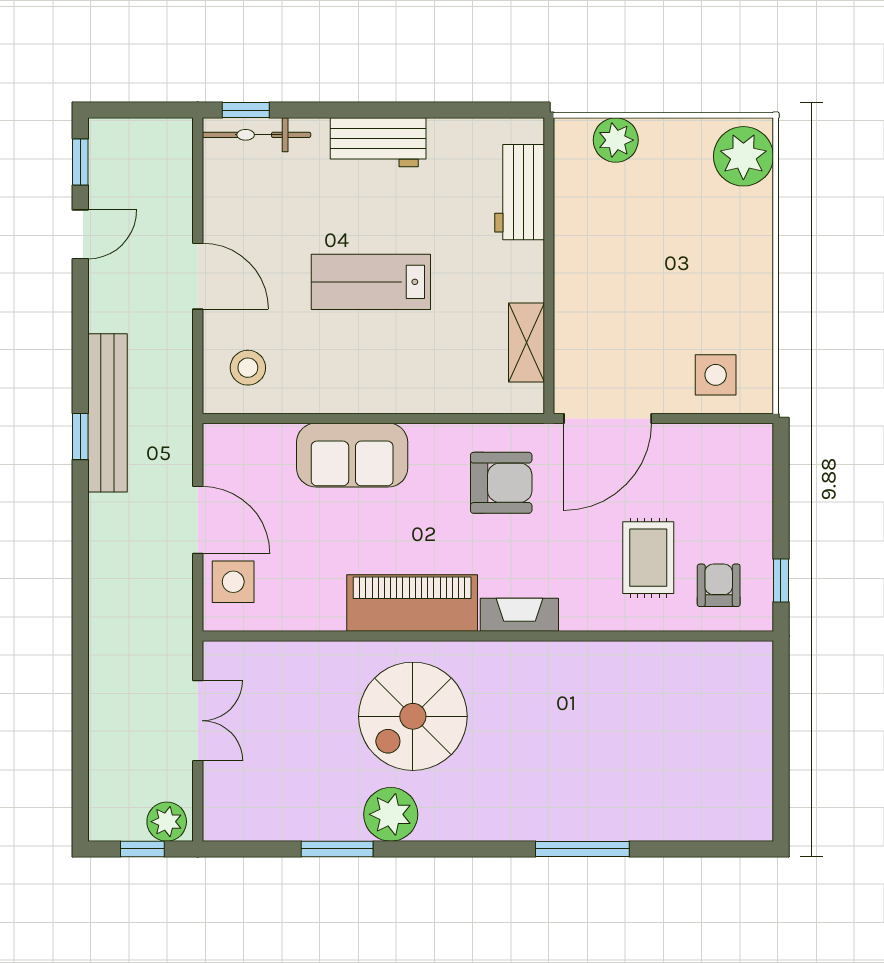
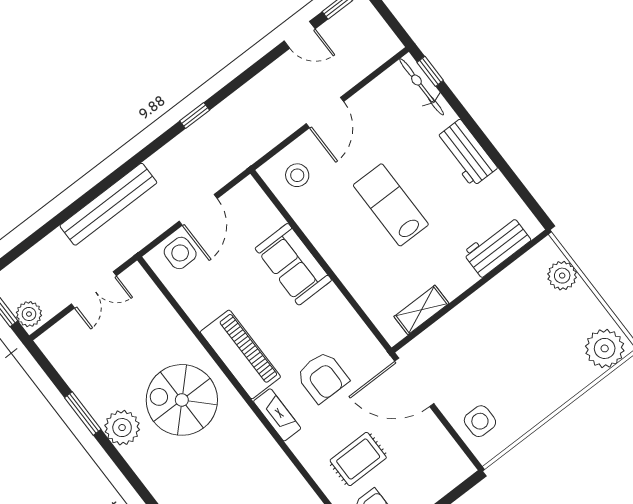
bench: (108, 413) -> (108, 204), moved
armchair: (501, 483) -> (322, 377), moved

